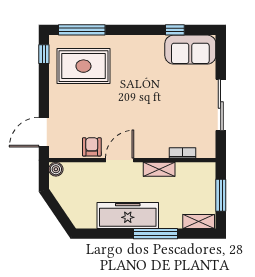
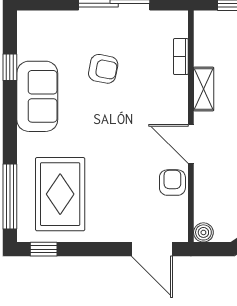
sofa: (190, 50) -> (37, 96), moved
armchair: (174, 97) -> (103, 69), added
armchair: (92, 147) -> (172, 183), turned 90

